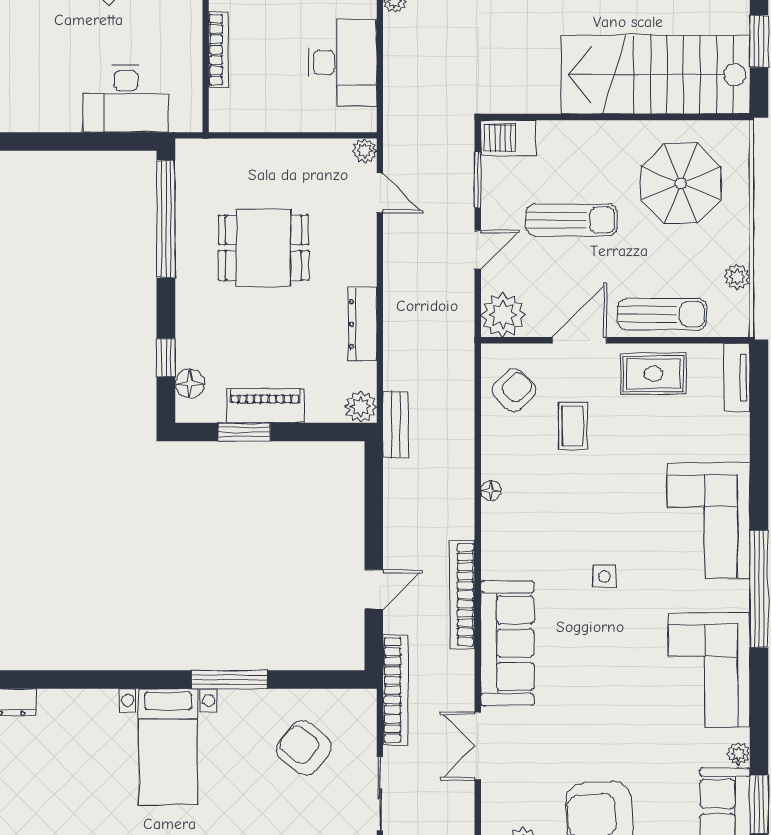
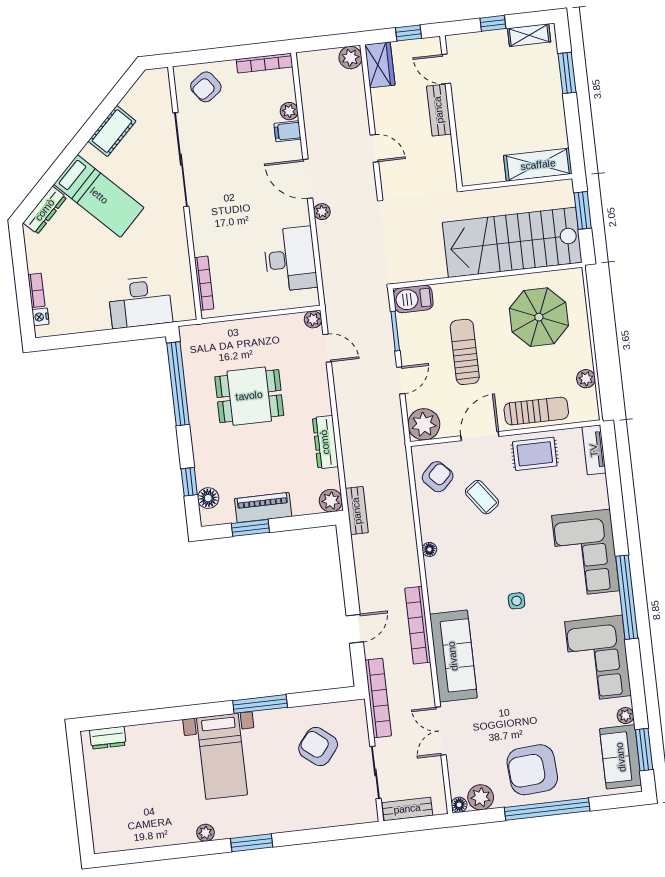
bookcase: (218, 50) -> (204, 283), moved
sun lounger: (572, 220) -> (465, 352), turned -90
coffee table: (573, 426) -> (482, 497), turned -36

